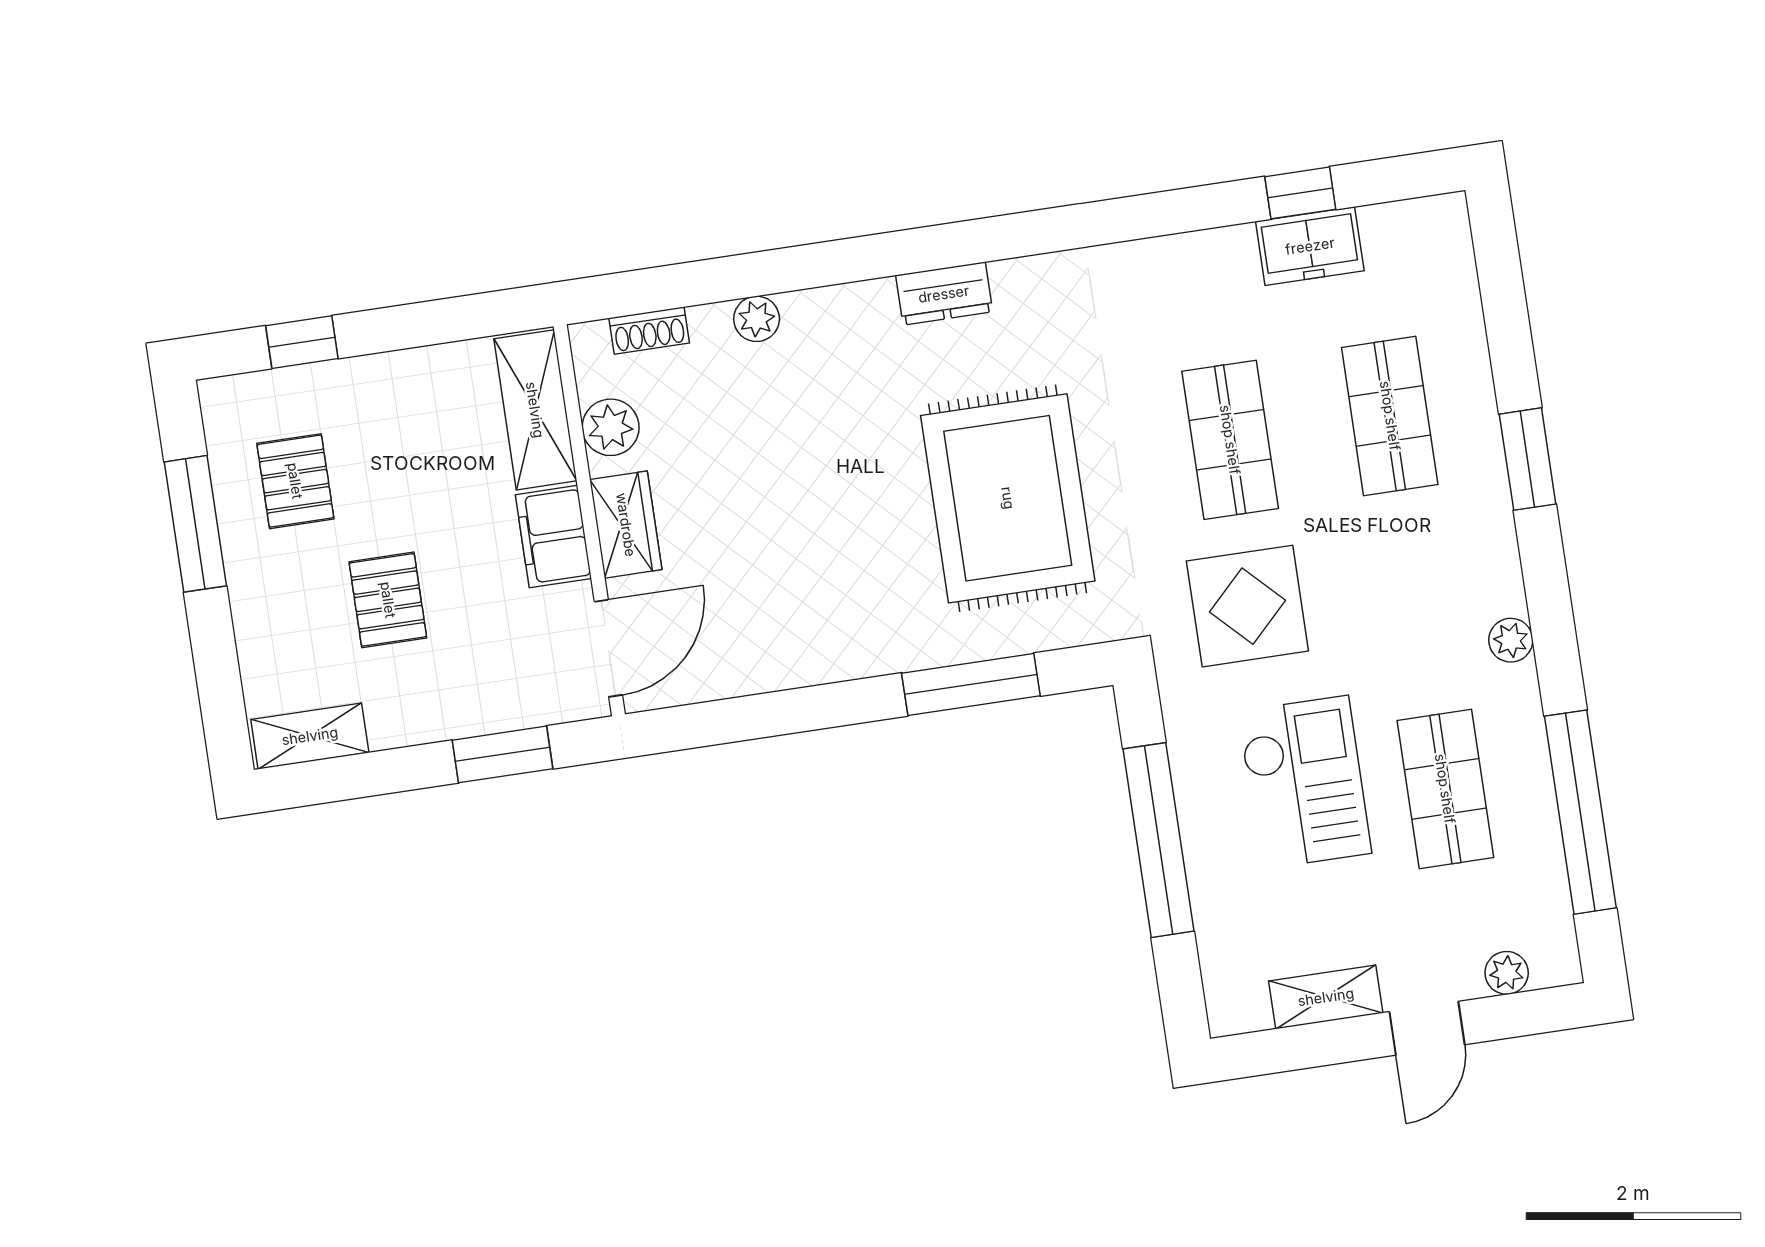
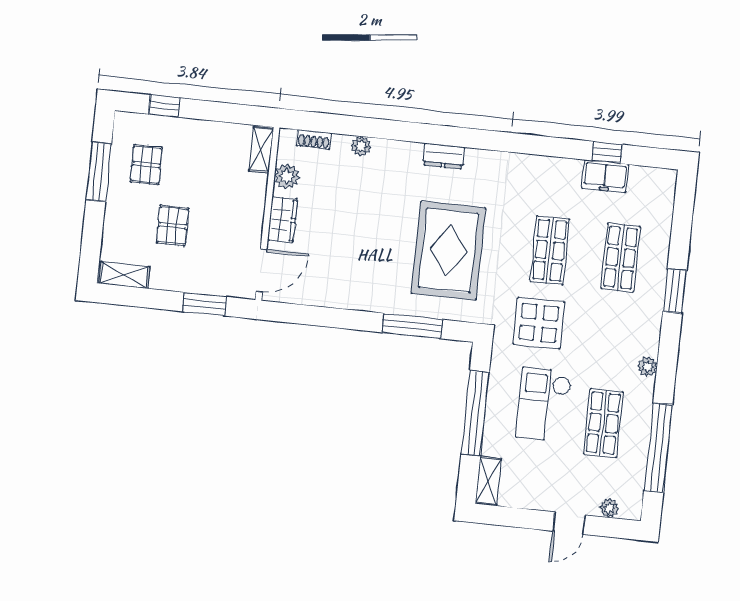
shelving: (535, 410) -> (261, 150), width x0.67, depth x0.75
filing cabinet: (553, 537) -> (250, 217), removed
checkout: (1304, 782) -> (544, 405), turned 180
shelving: (1326, 997) -> (488, 481), moved, turned 90

